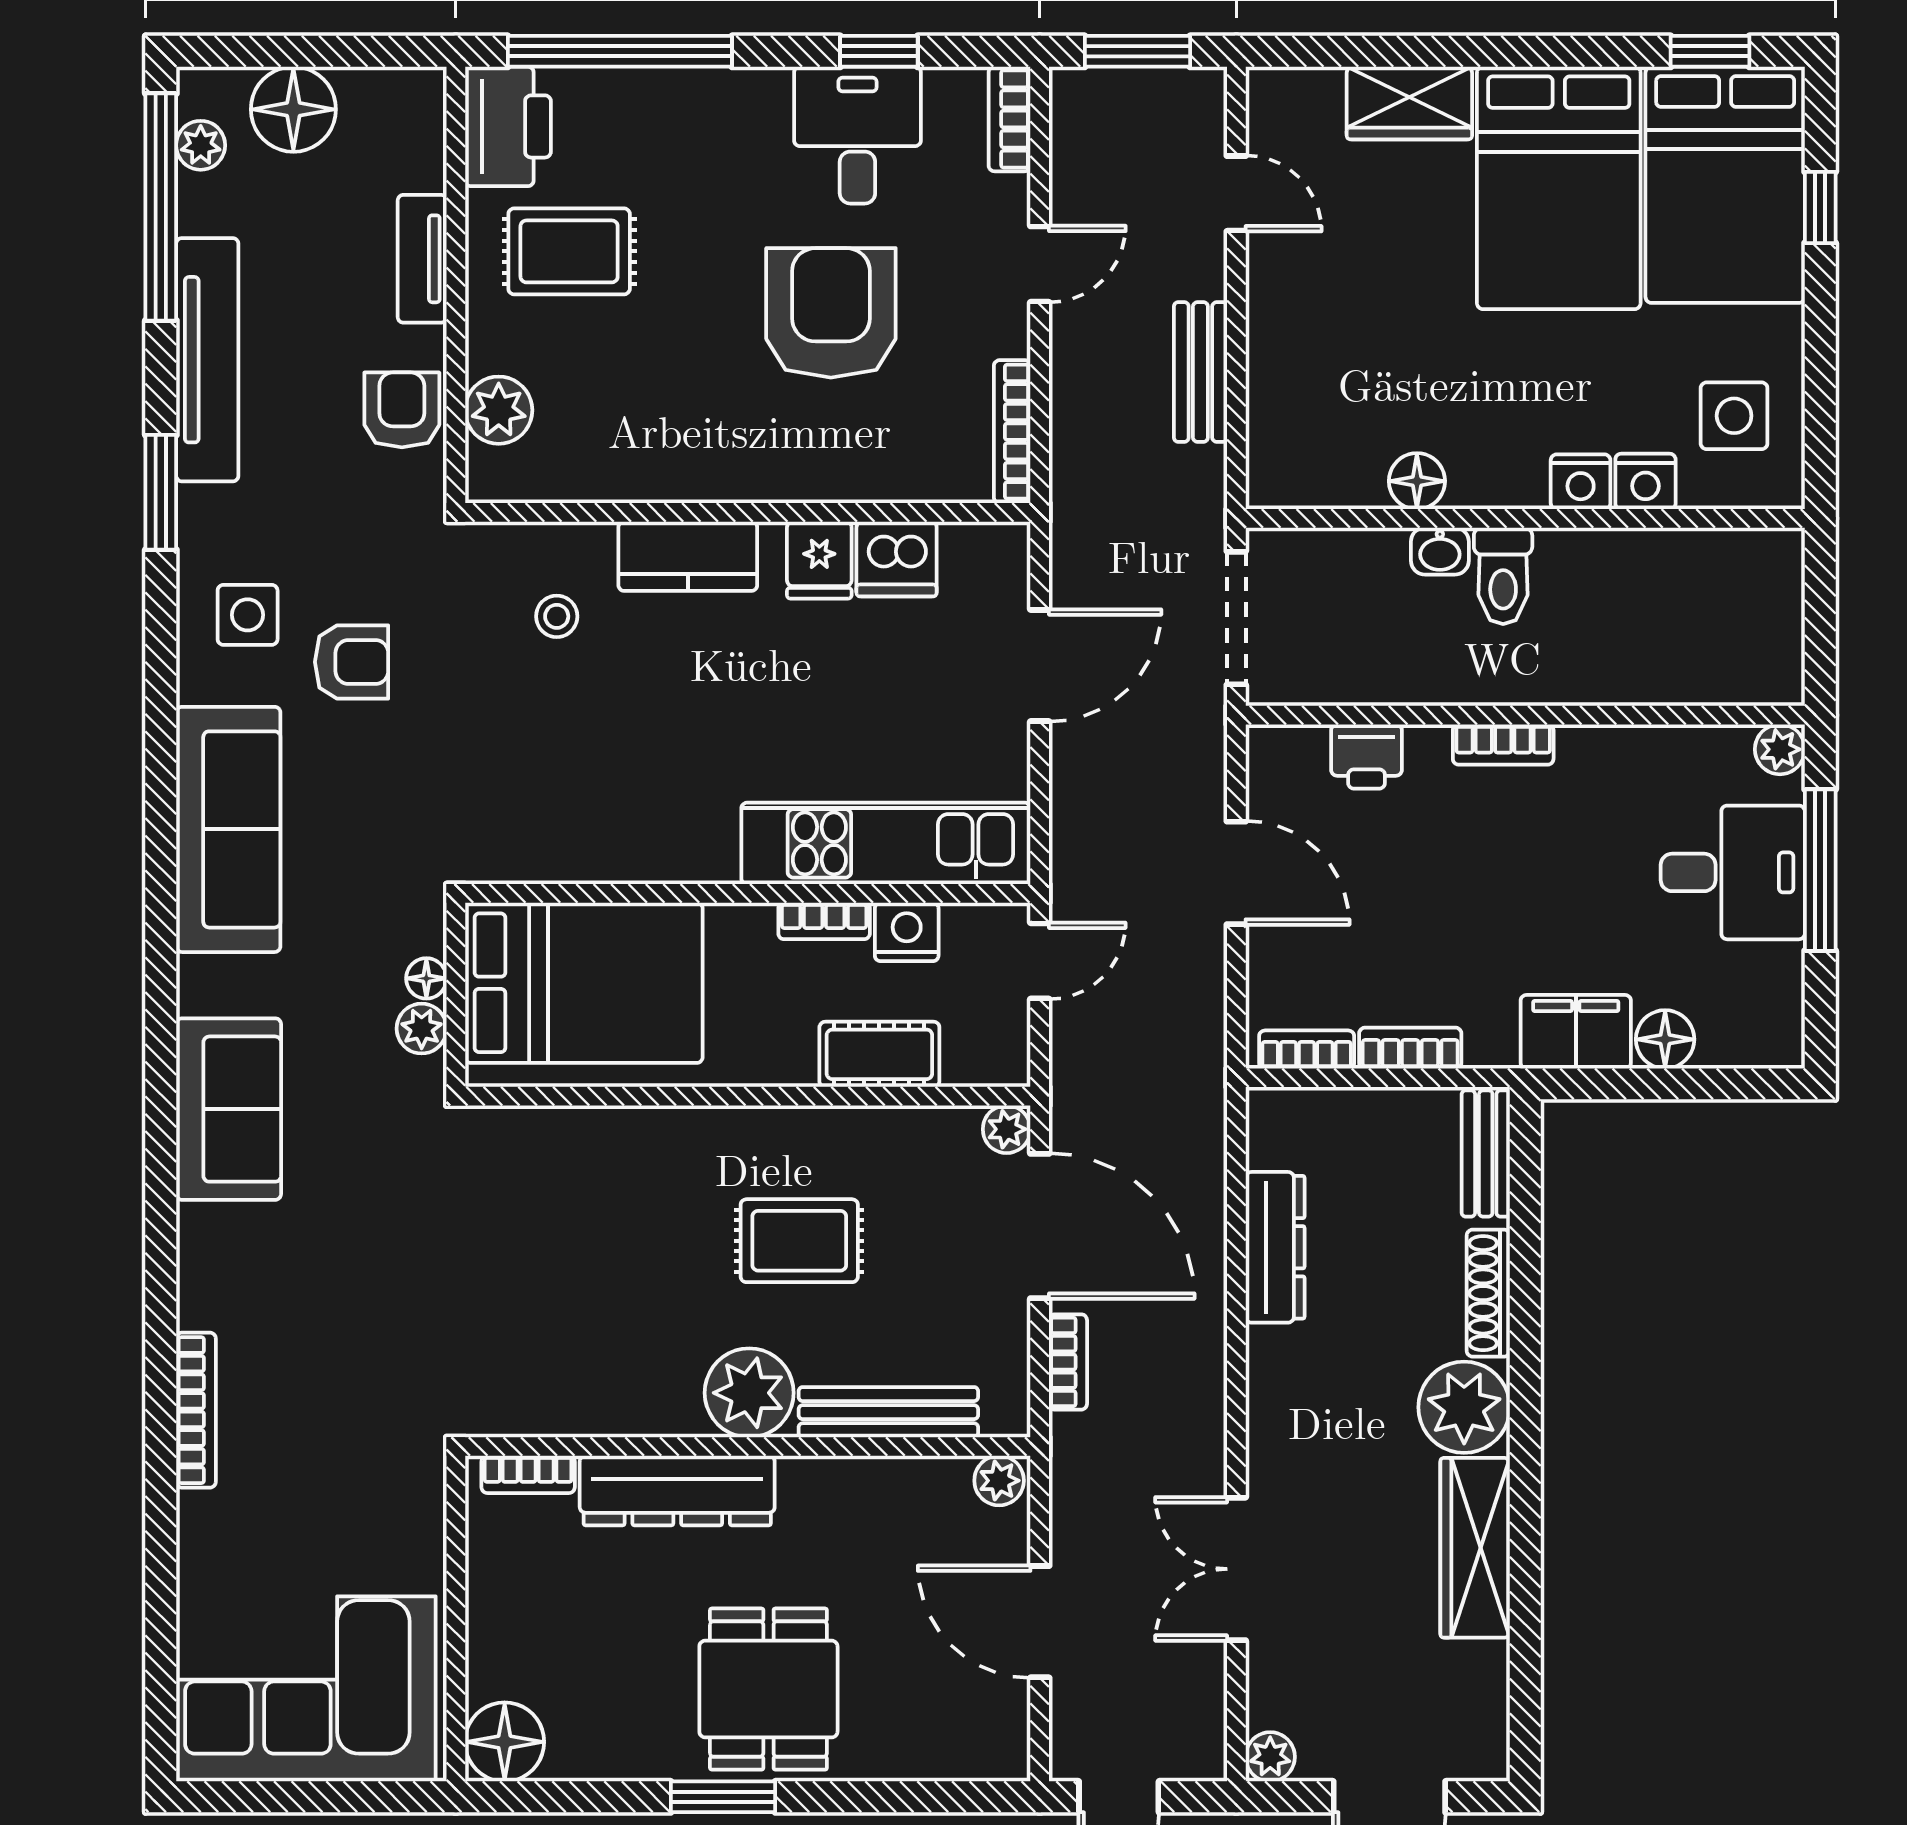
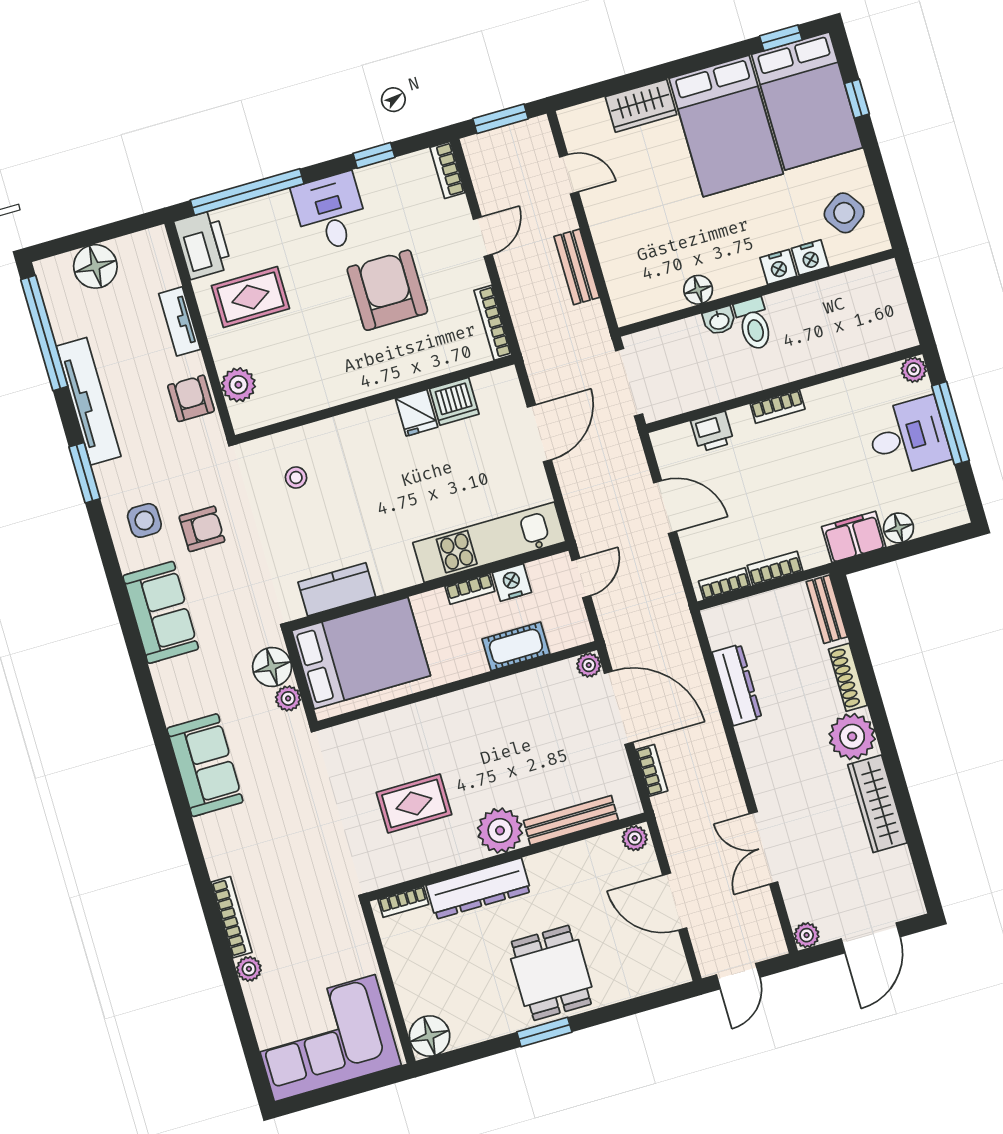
desk: (857, 135) -> (330, 212), moved
plant: (201, 145) -> (249, 969), moved
side table: (1734, 416) -> (844, 213), turned -35
kitchen counter: (688, 556) -> (337, 589), moved, turned 180
sofa: (228, 829) -> (161, 612), width x0.73
floor lamp: (426, 978) -> (272, 667), width x1.89, depth x1.89
rug: (799, 1241) -> (414, 803), moved

